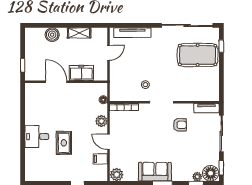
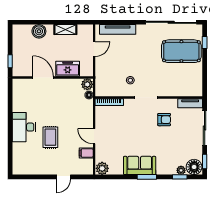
plant: (101, 121) -> (87, 84), moved
desk: (37, 137) -> (24, 127), width x1.37

